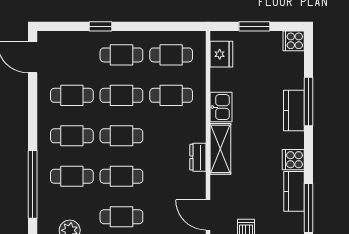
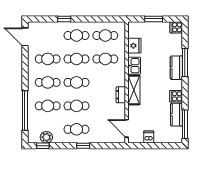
fridge: (221, 54) -> (134, 46), moved

